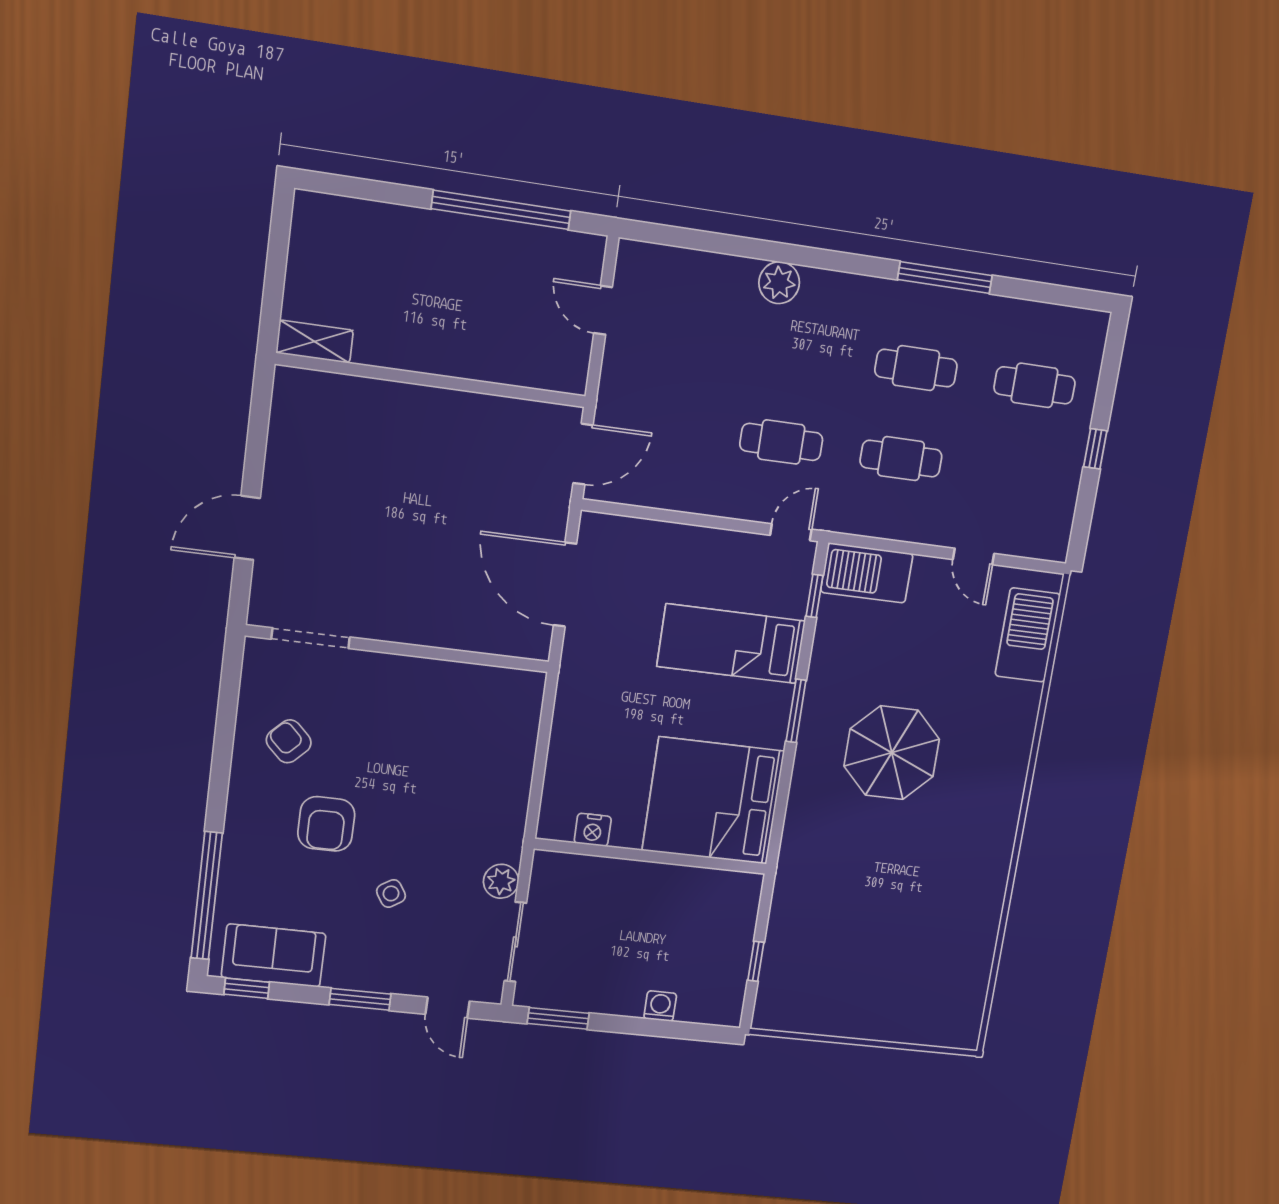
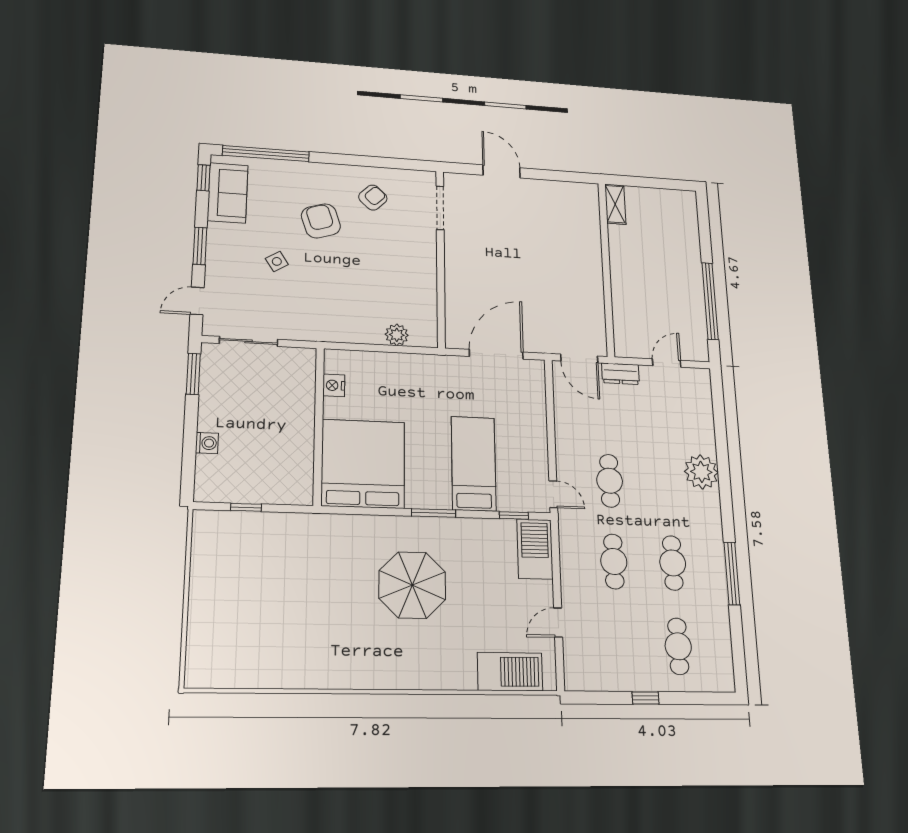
plant: (779, 283) -> (701, 472), width x1.36, depth x1.36
dresser: (614, 391) -> (620, 374), added
armchair: (326, 824) -> (321, 221), turned 72
plant: (501, 881) -> (397, 335), moved

